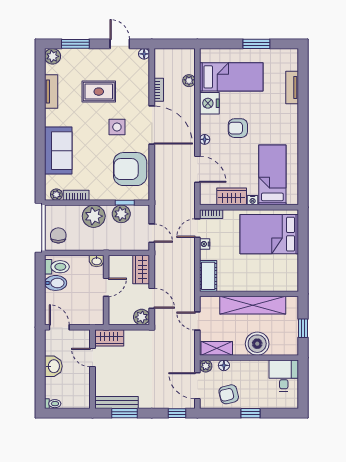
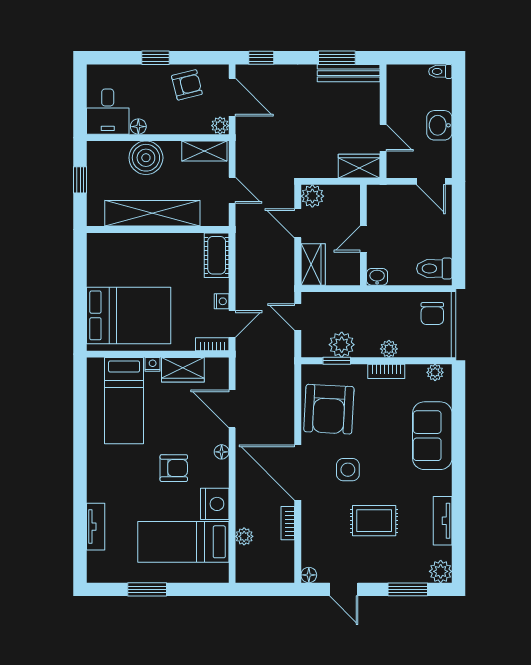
armchair: (130, 169) -> (329, 409), turned 93
bookcase: (76, 195) -> (386, 371), moved
plant: (94, 216) -> (389, 349), width x0.53, depth x0.53
bidet: (56, 283) -> (436, 245), removed
floor lamp: (224, 365) -> (138, 127), moved

